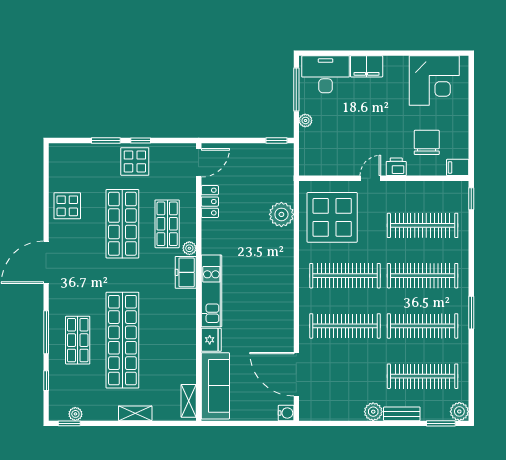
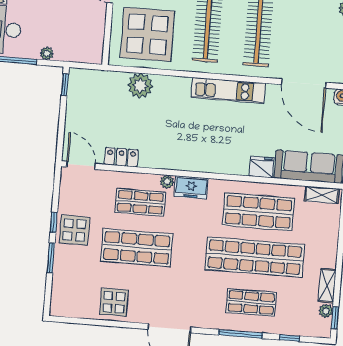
kitchen unit: (211, 291) -> (228, 90), moved, turned 180
shop shelf: (167, 340) -> (258, 212), added
door: (296, 374) -> (304, 83), hinge flipped
shelving: (135, 413) -> (327, 286), moved

